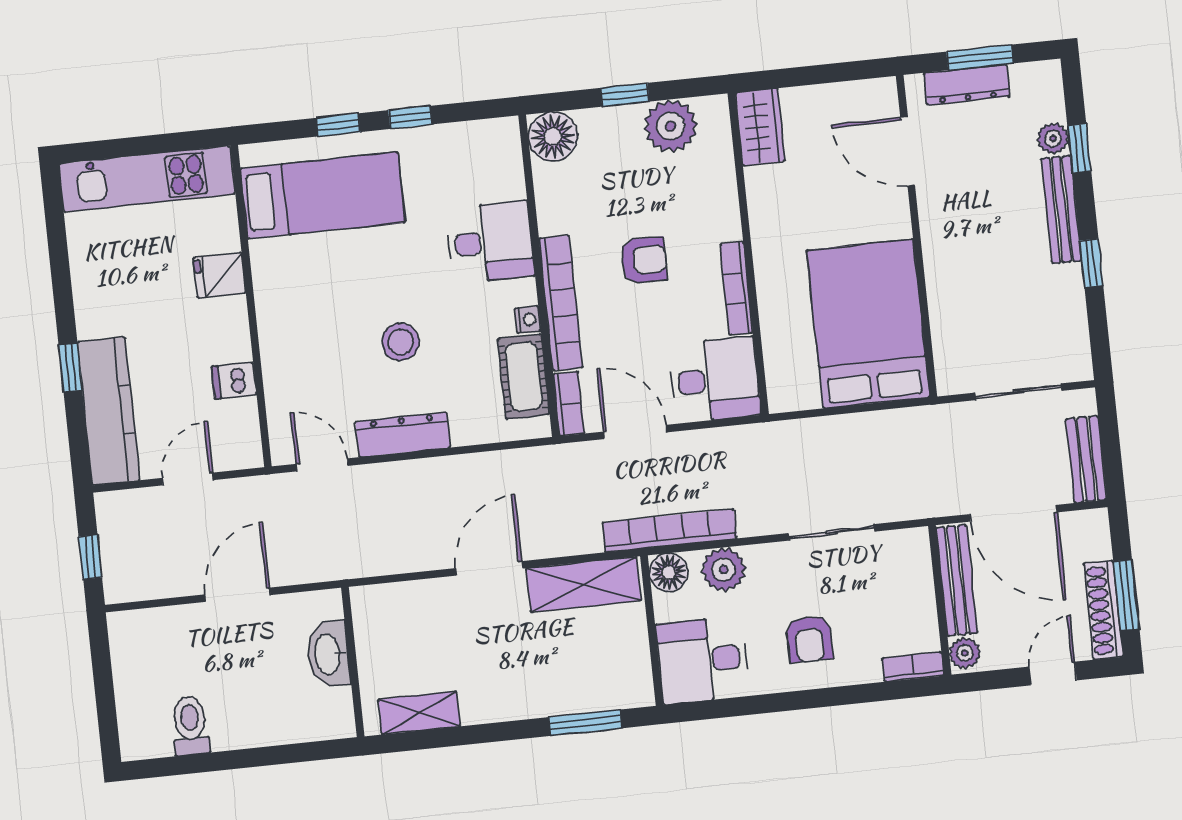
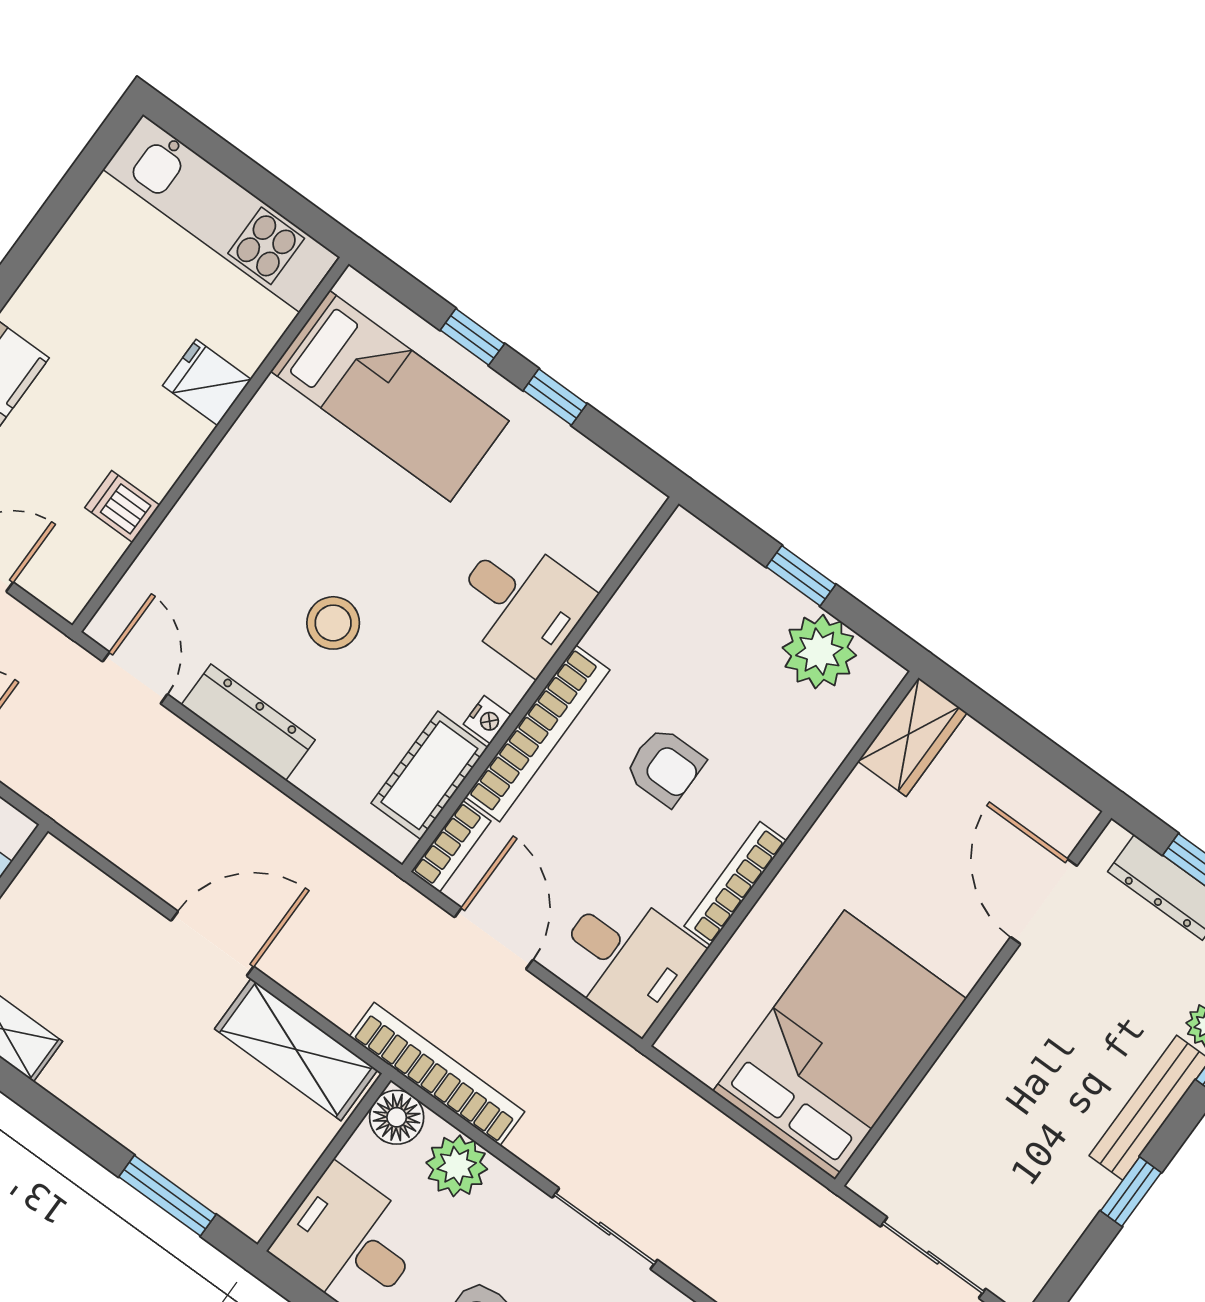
floor lamp: (553, 137) -> (686, 551), removed

